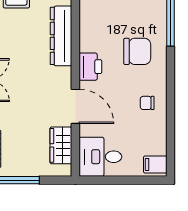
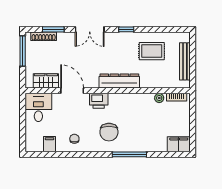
door: (75, 106) -> (72, 91), swing flipped
filing cabinet: (155, 165) -> (50, 144), moved

